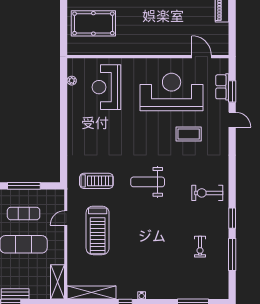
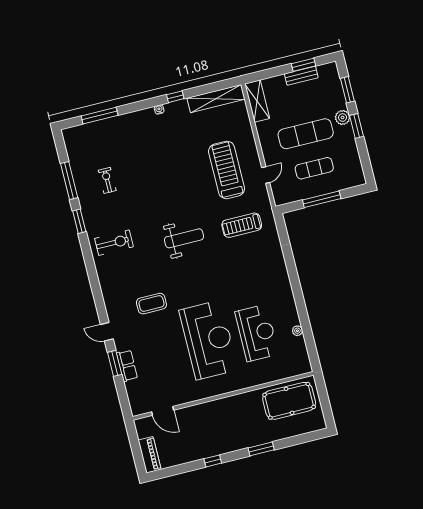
wall: (148, 57) -> (223, 396), moved
door: (202, 57) -> (163, 411), moved
reception desk: (172, 92) -> (208, 340), moved, turned -90

